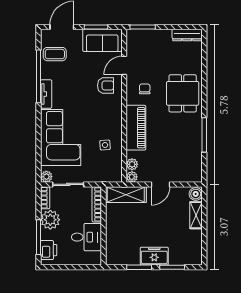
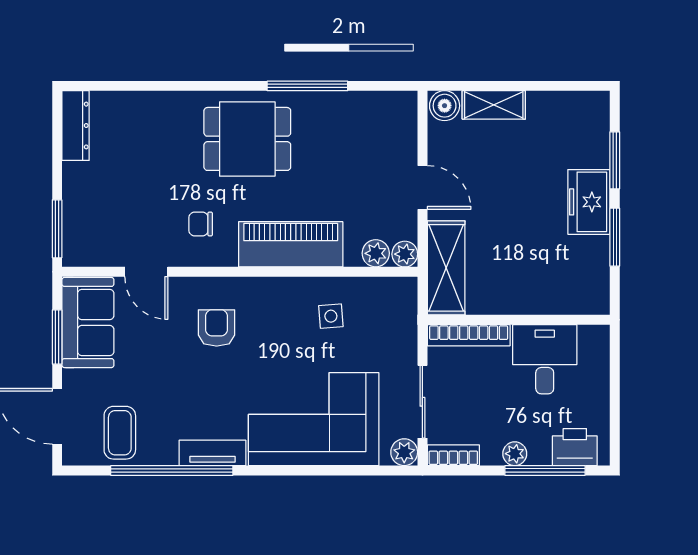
armchair: (106, 86) -> (217, 328), moved
dining table: (183, 93) -> (247, 139), moved
plant: (50, 220) -> (515, 454), width x0.53, depth x0.53

